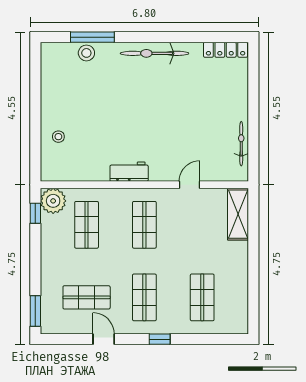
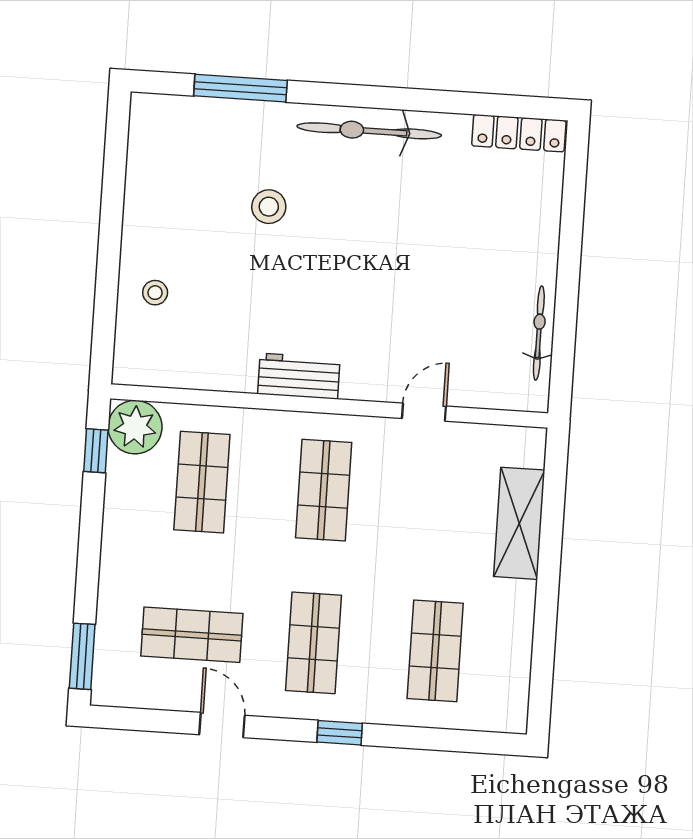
stool: (86, 53) -> (269, 207), moved
shelving: (238, 214) -> (519, 523), moved

